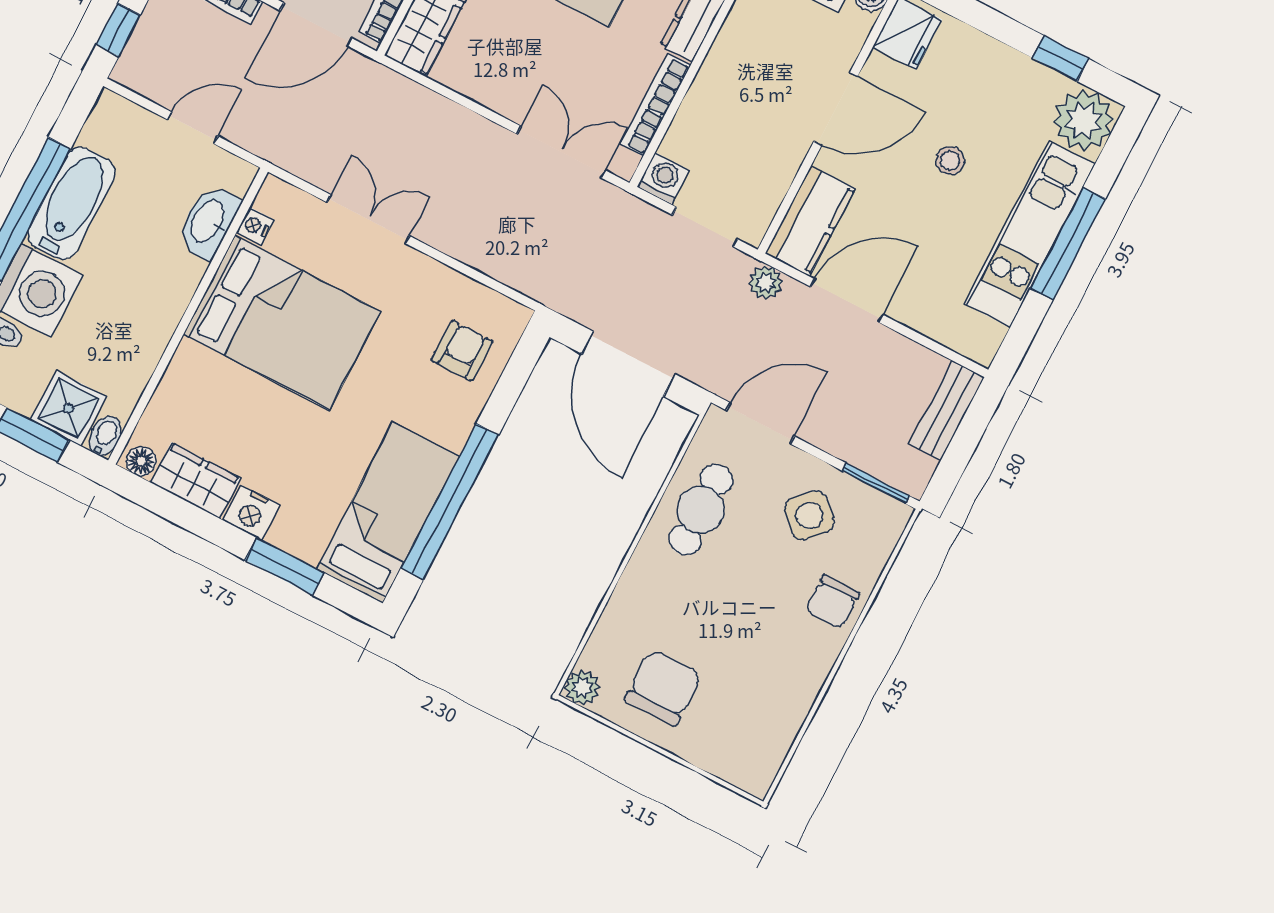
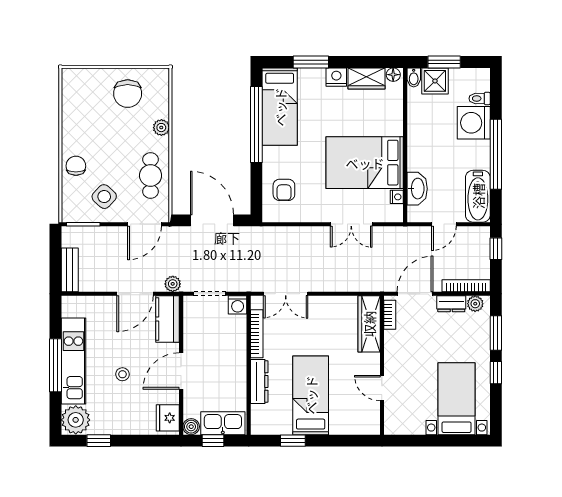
bathtub: (72, 203) -> (478, 196), moved
plant: (582, 688) -> (161, 128), moved

